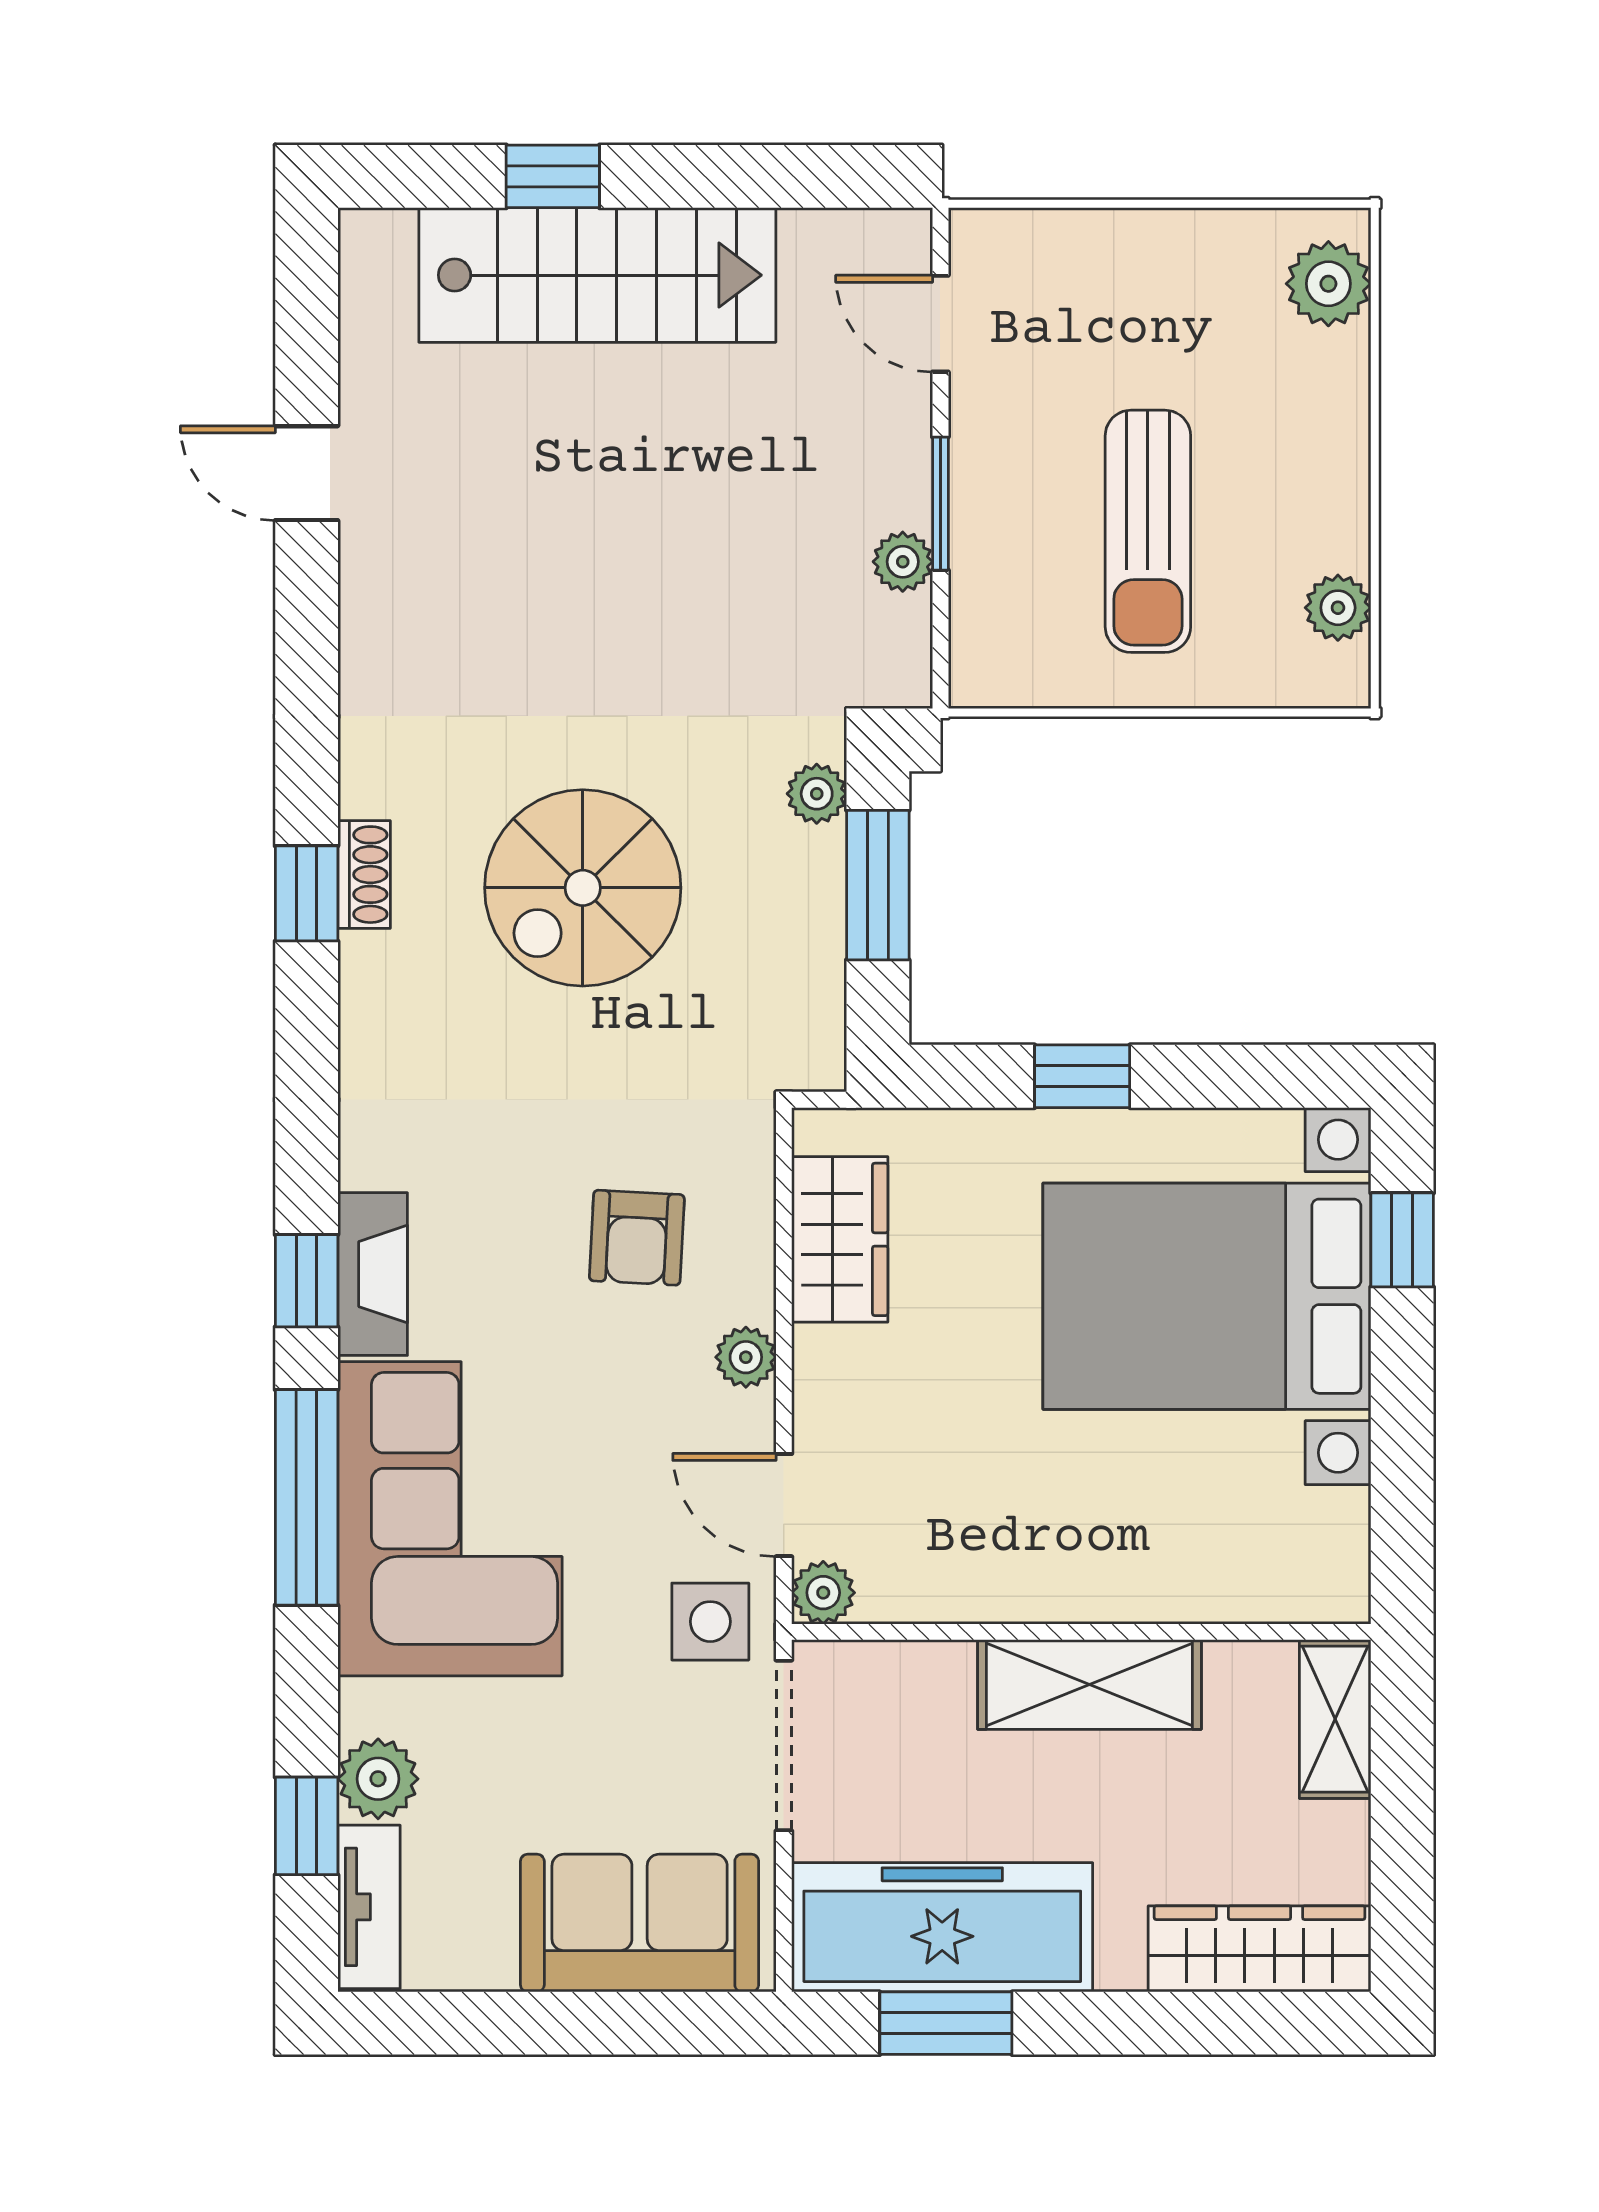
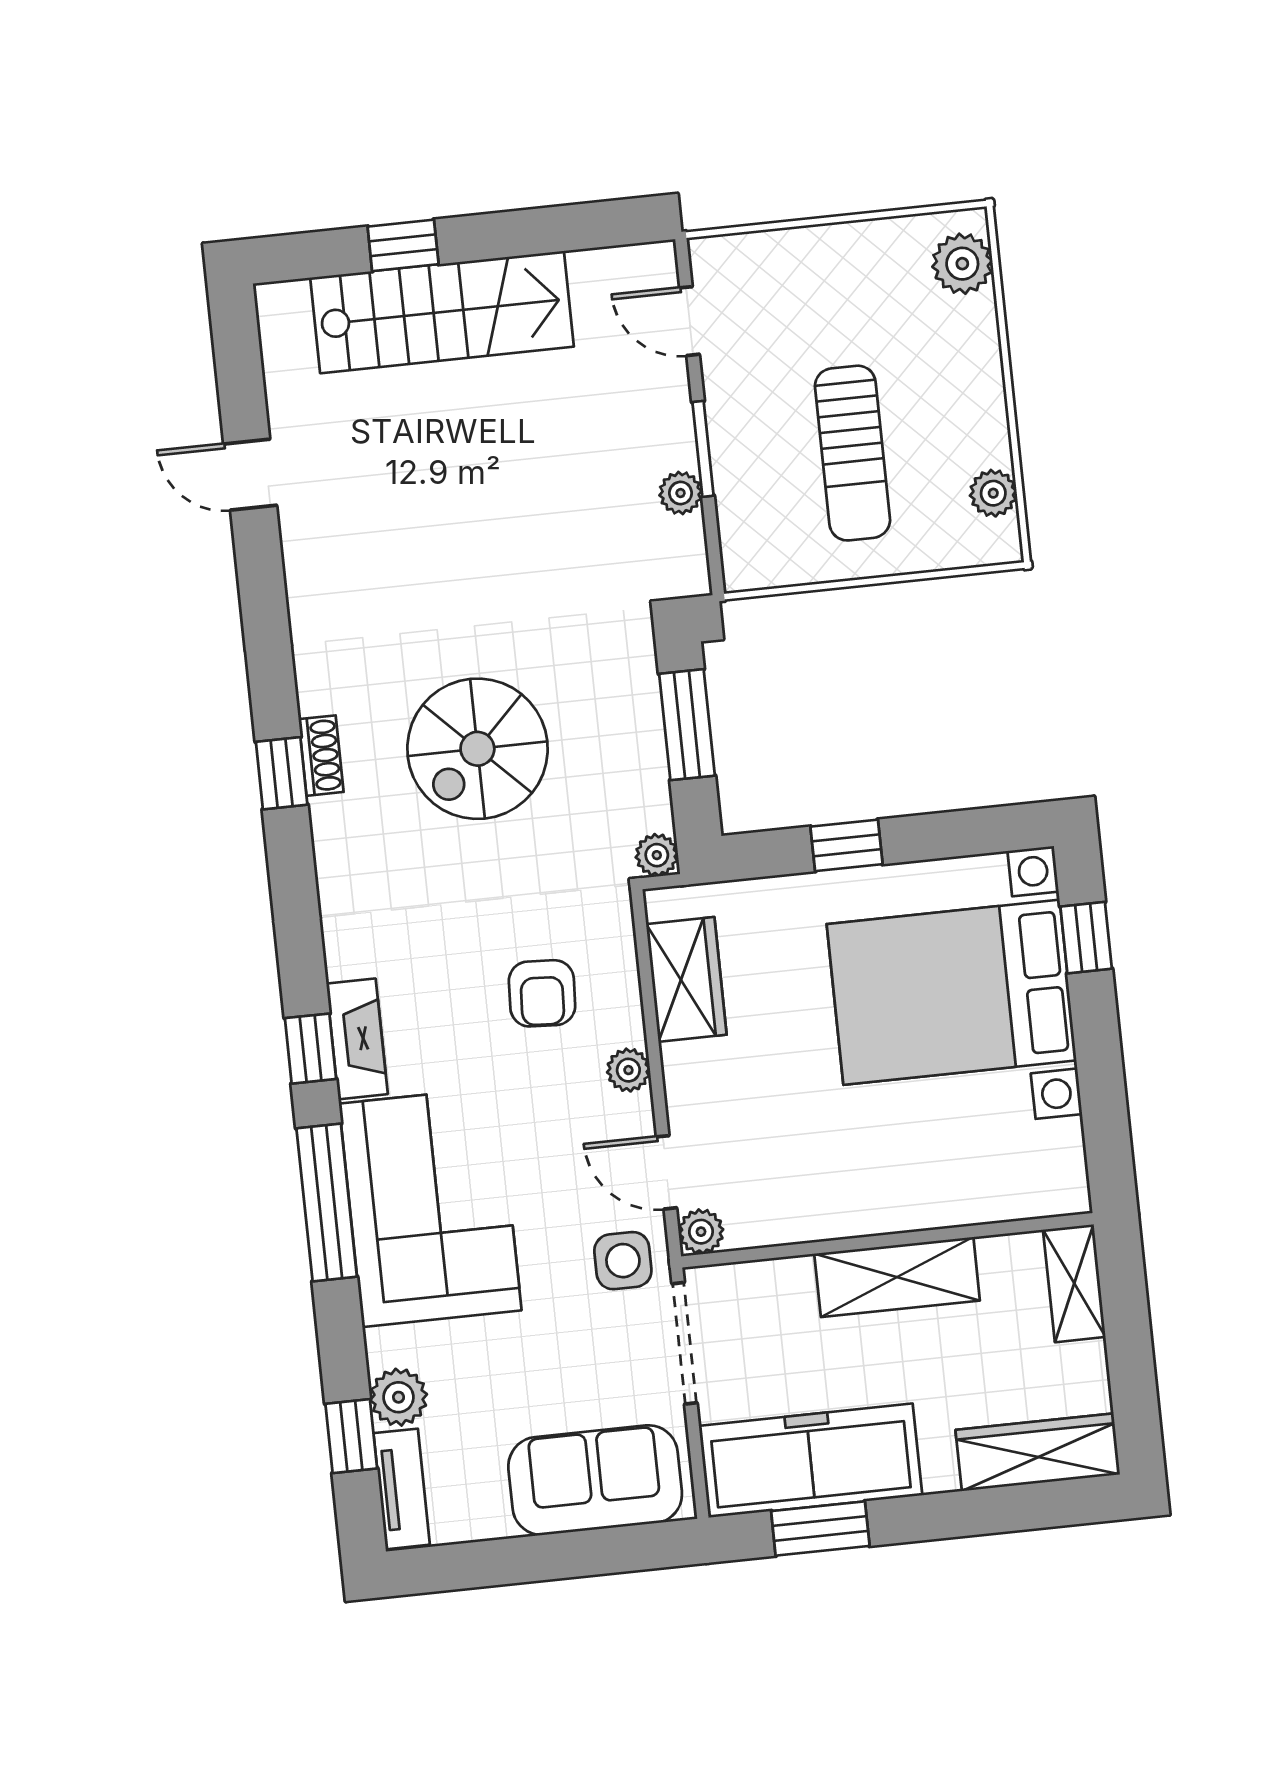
plant: (817, 794) -> (657, 855), moved

